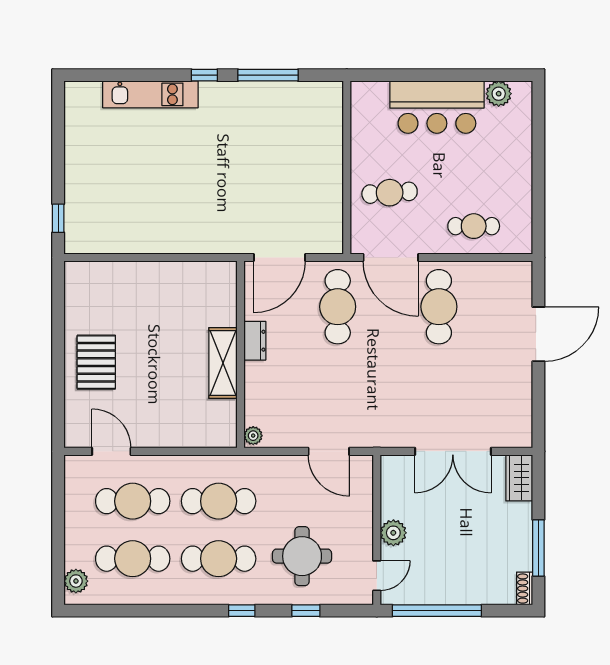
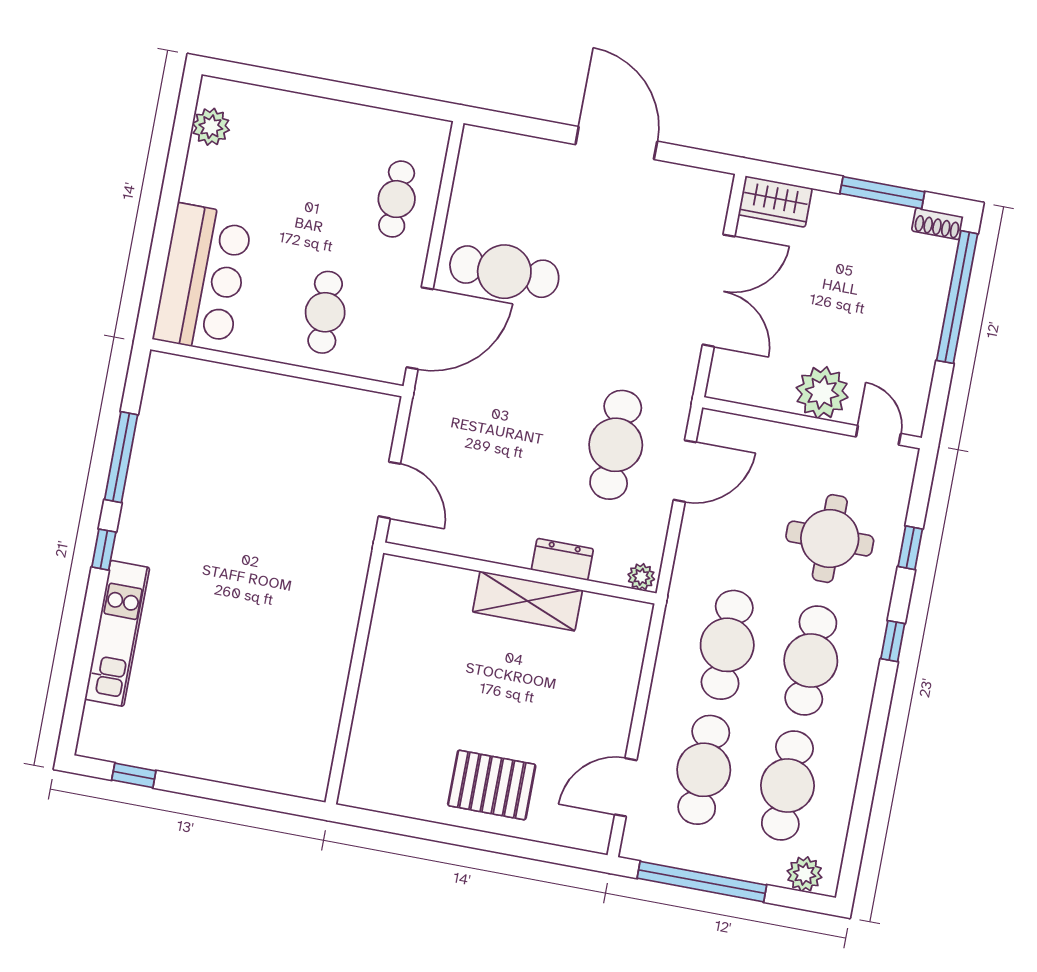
bar counter: (437, 107) -> (203, 278), moved
window: (58, 218) -> (134, 775), moved
door: (279, 258) -> (389, 490), width x0.73
cafe table: (338, 307) -> (616, 445), moved, turned 90
door: (538, 334) -> (616, 143), moved
dresser: (255, 341) -> (562, 559), moved
window: (58, 514) -> (702, 882), added
plant: (393, 533) -> (822, 393), width x1.36, depth x1.36
window: (437, 611) -> (957, 297), moved

